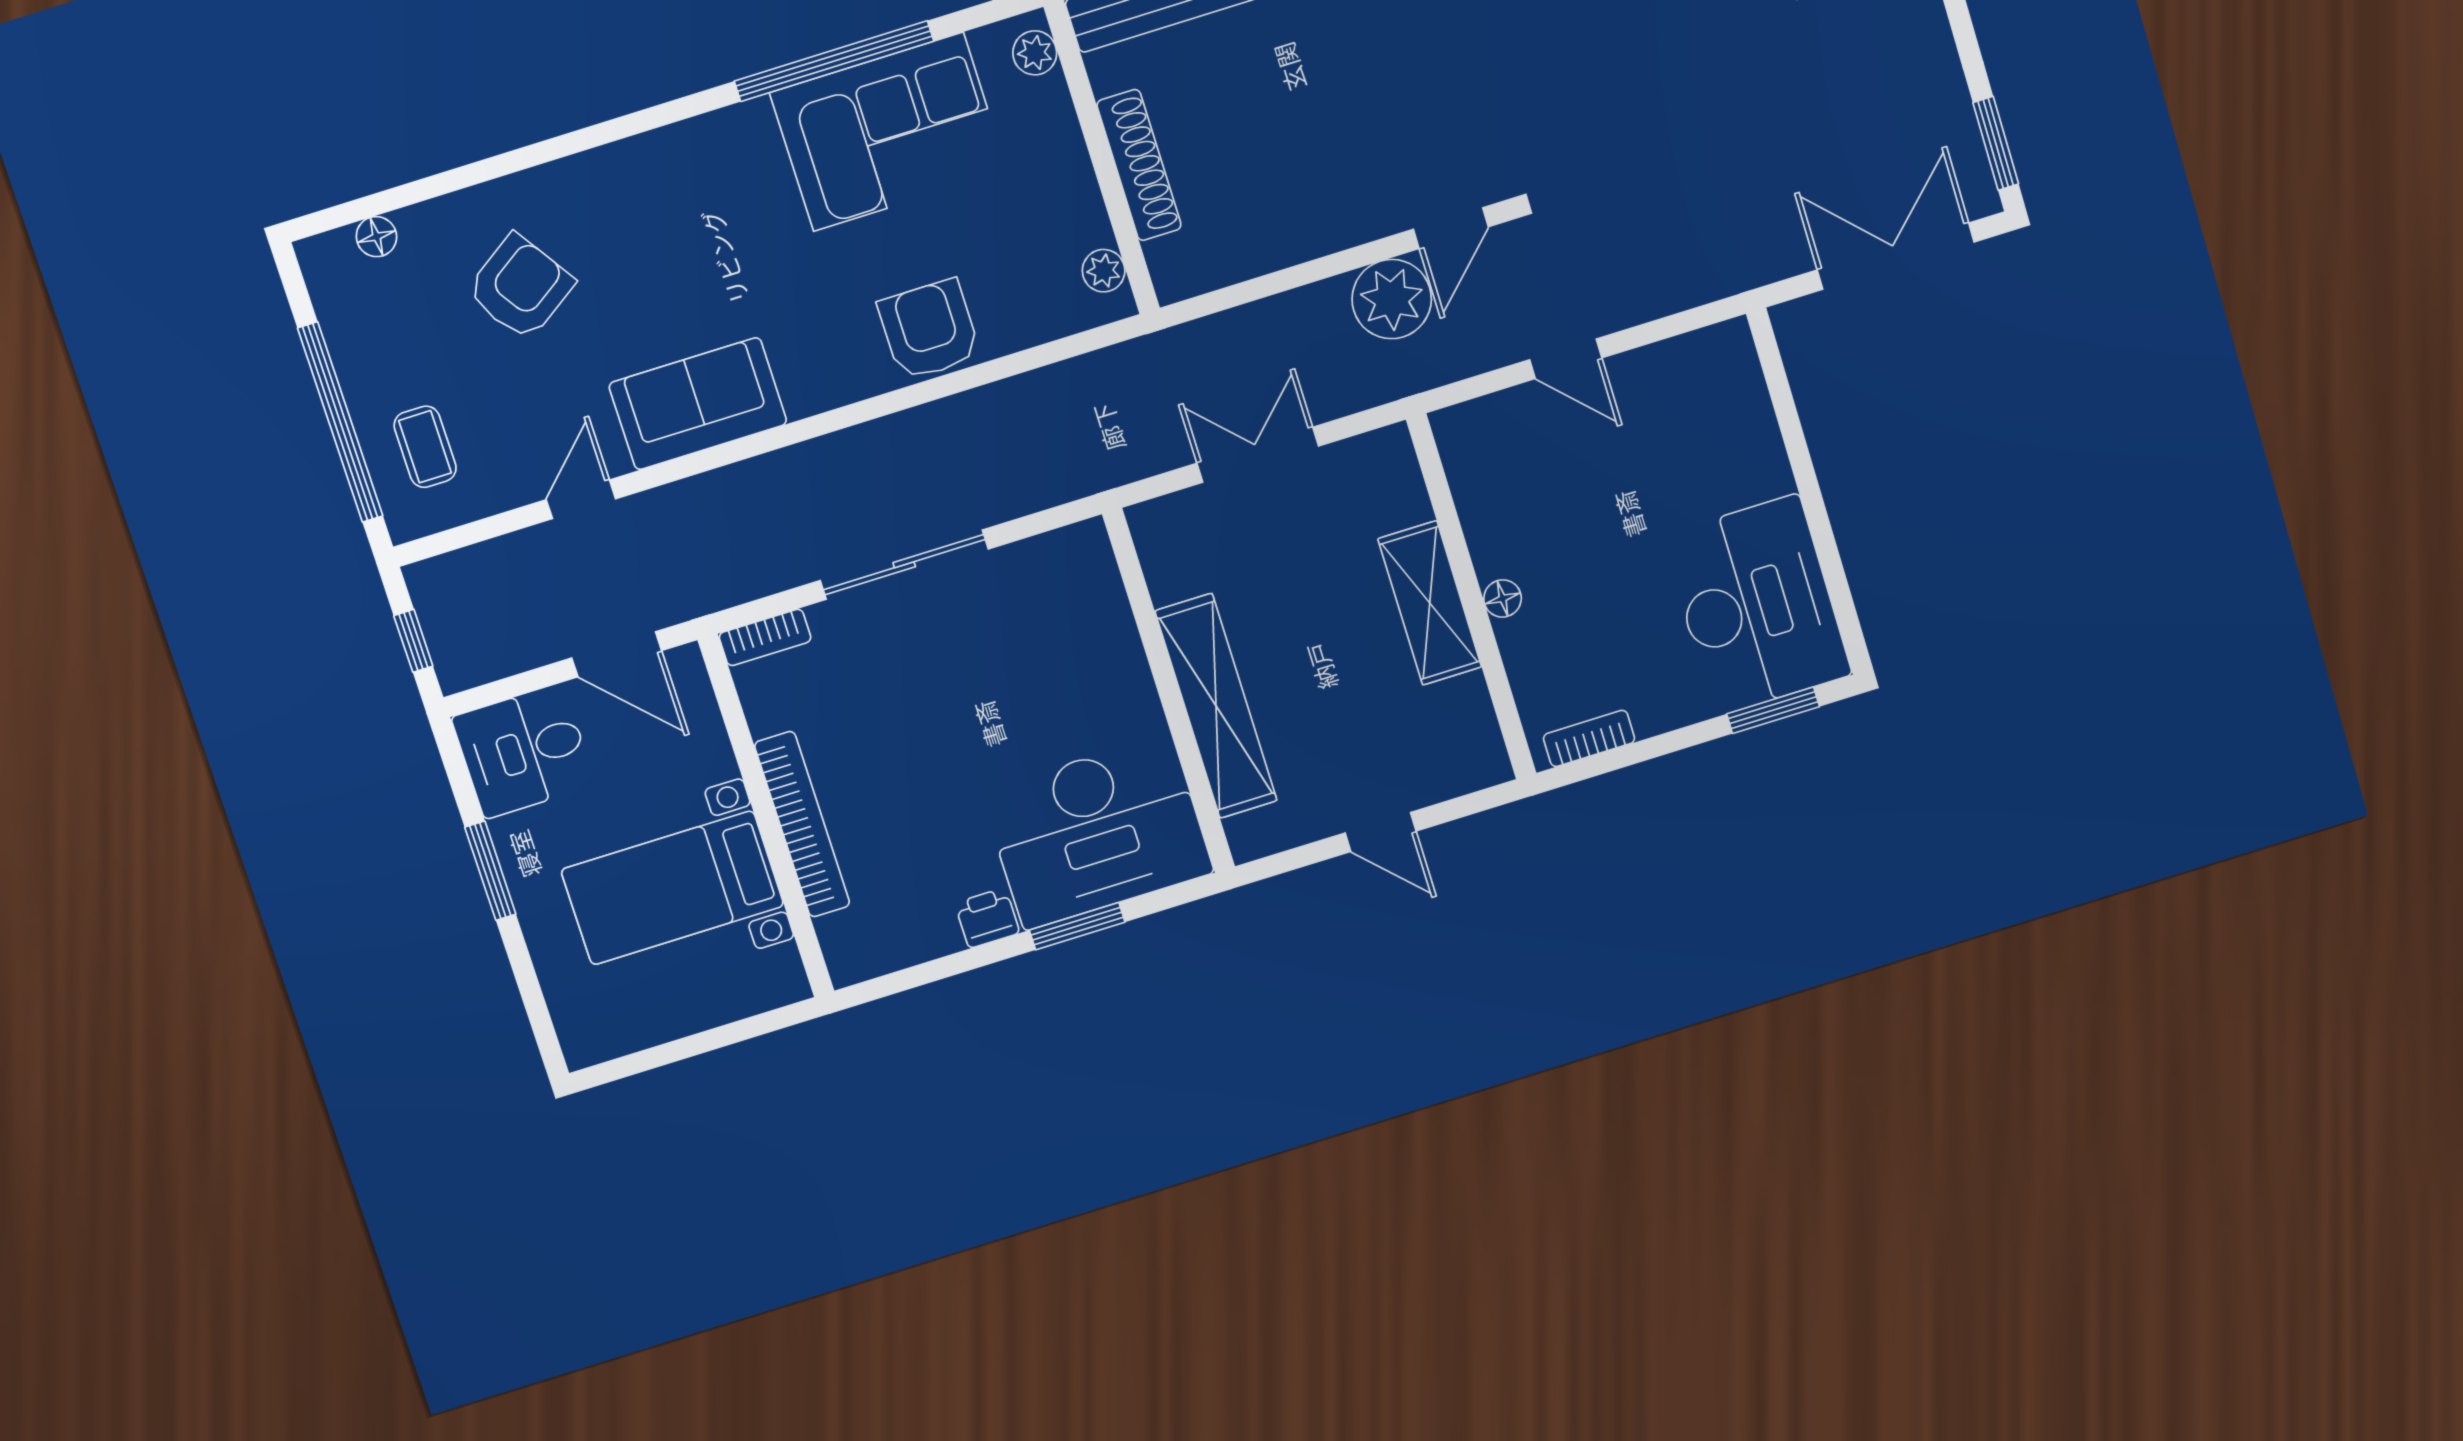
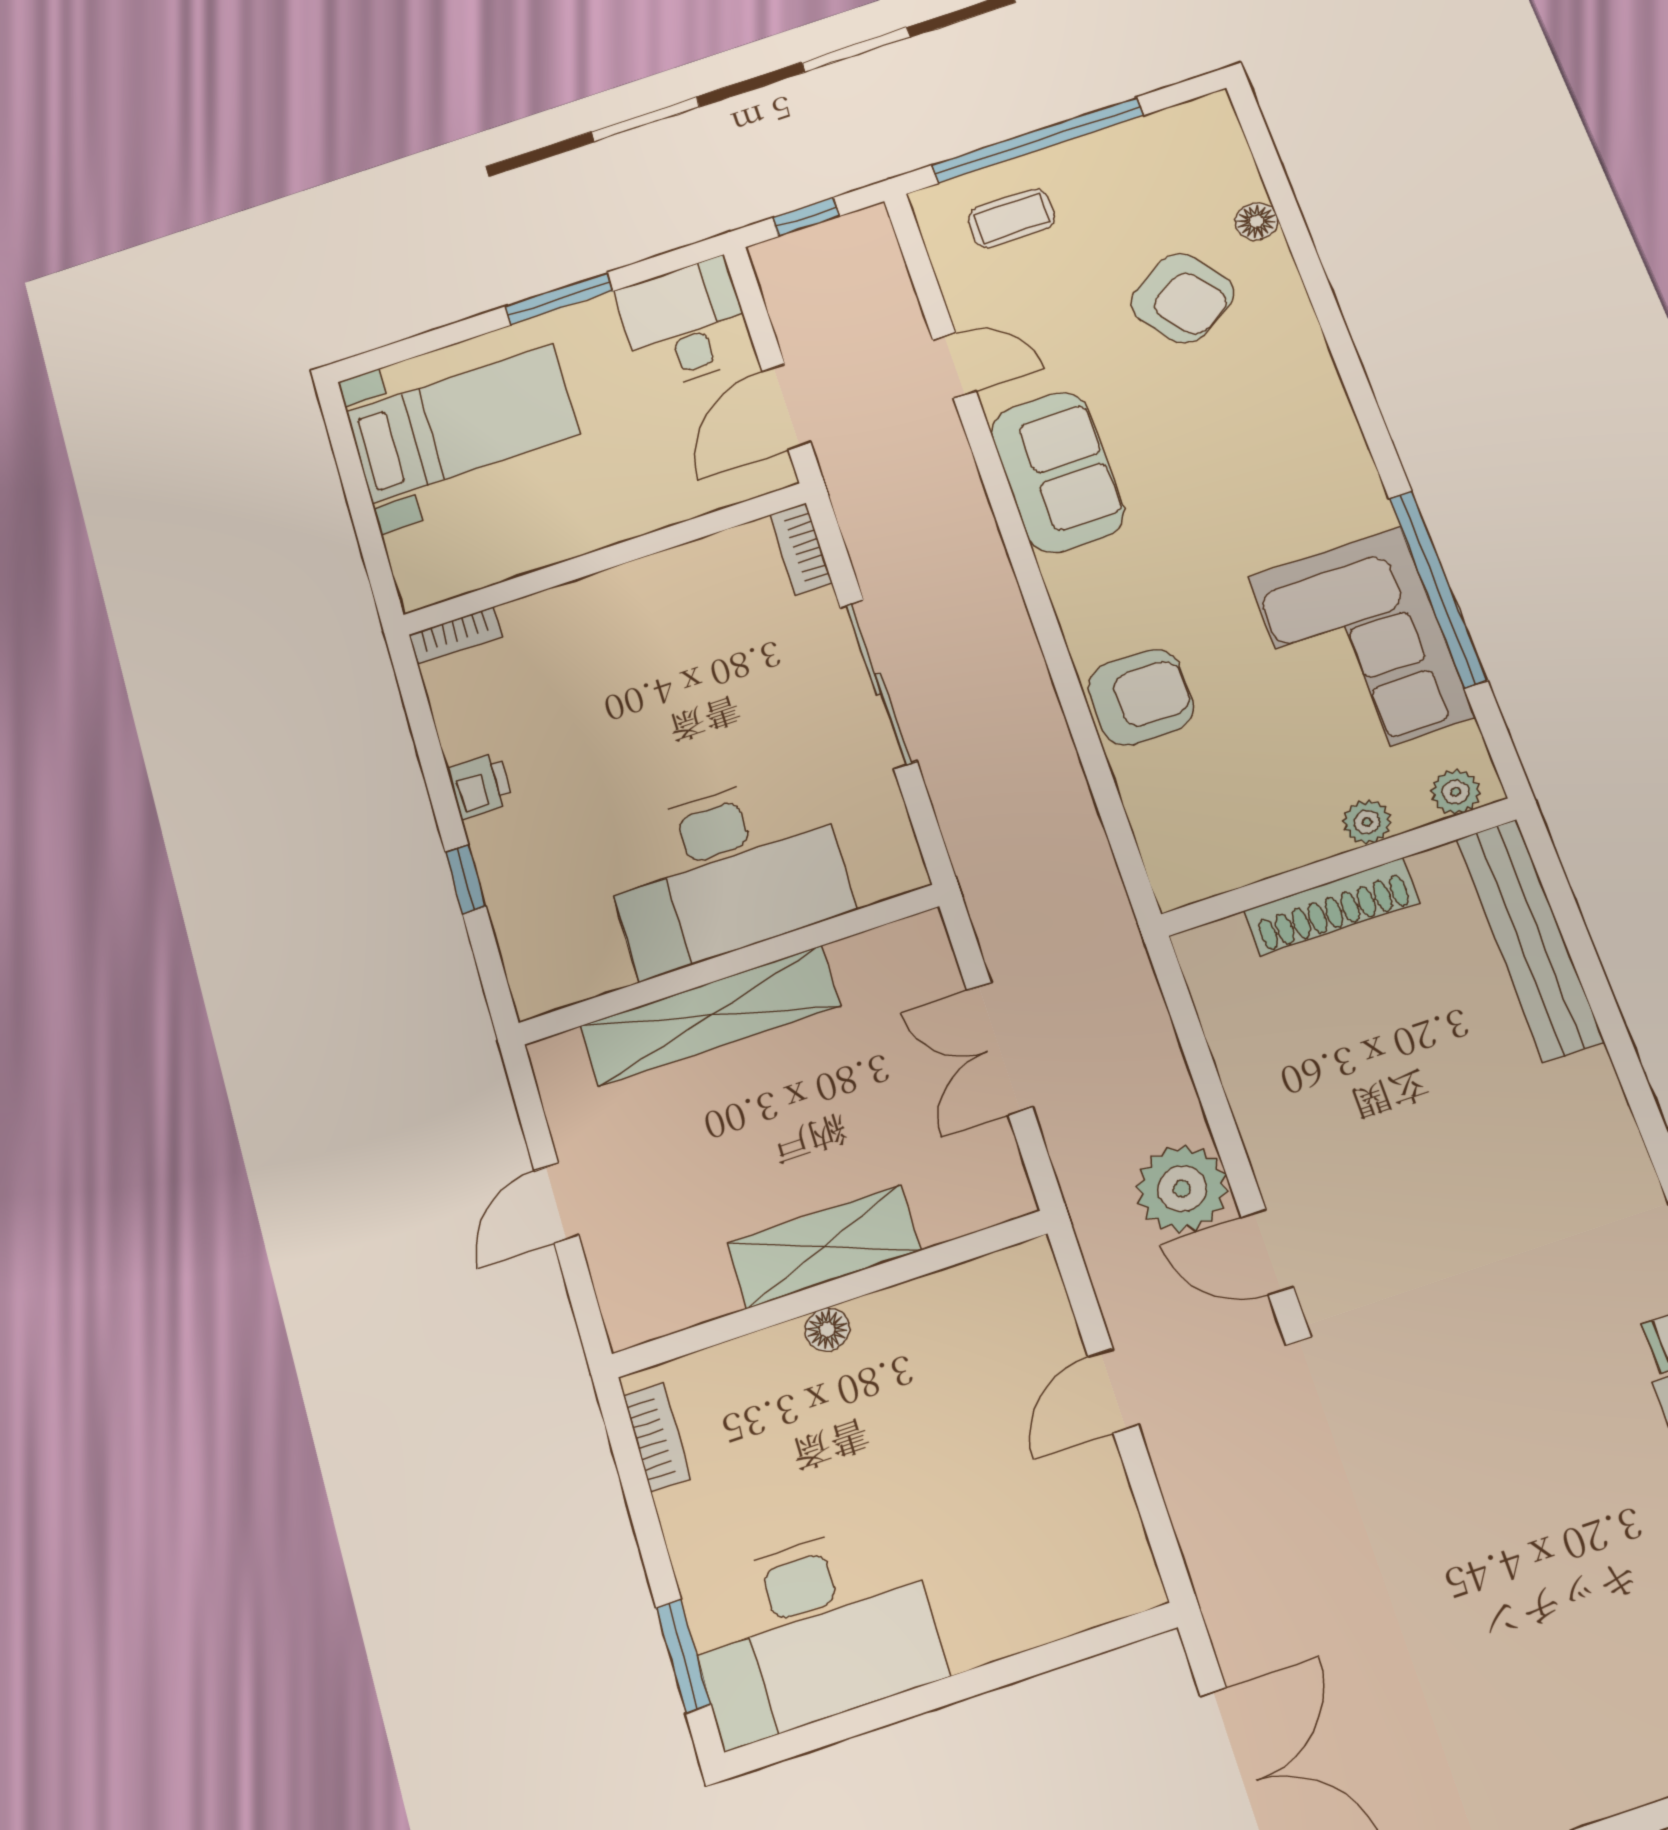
floor lamp: (376, 237) -> (1256, 221), moved
plant: (1104, 271) -> (1367, 822), moved
double door: (1258, 455) -> (1000, 1048), swing flipped
bookcase: (802, 824) -> (456, 636), moved, width x0.43, depth x0.76
desk: (1097, 832) -> (726, 872), moved, turned -90
bed with nightstands: (672, 888) -> (463, 423), moved, turned 90
window: (1077, 926) -> (466, 879), width x0.67

